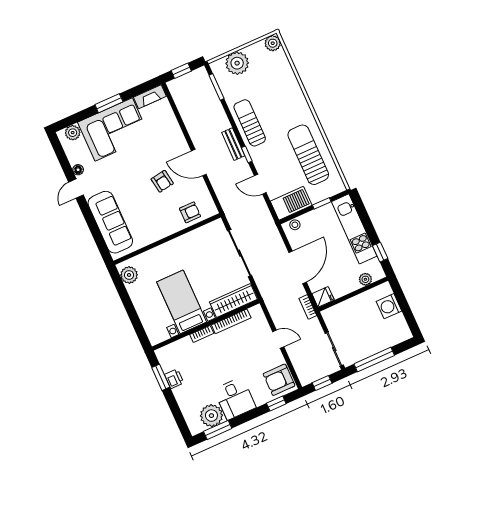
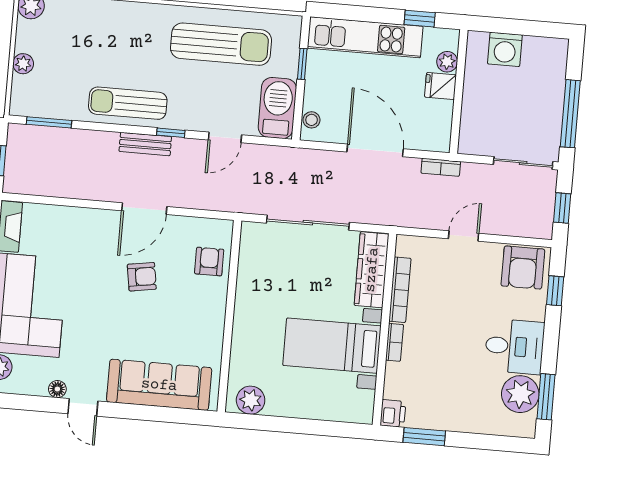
plant: (237, 63) -> (23, 64), width x0.53, depth x0.53
sun lounger: (308, 155) -> (221, 44), turned 180
fridge: (323, 297) -> (440, 86), moved, turned -90
printer: (174, 379) -> (393, 413), moved, turned 90

